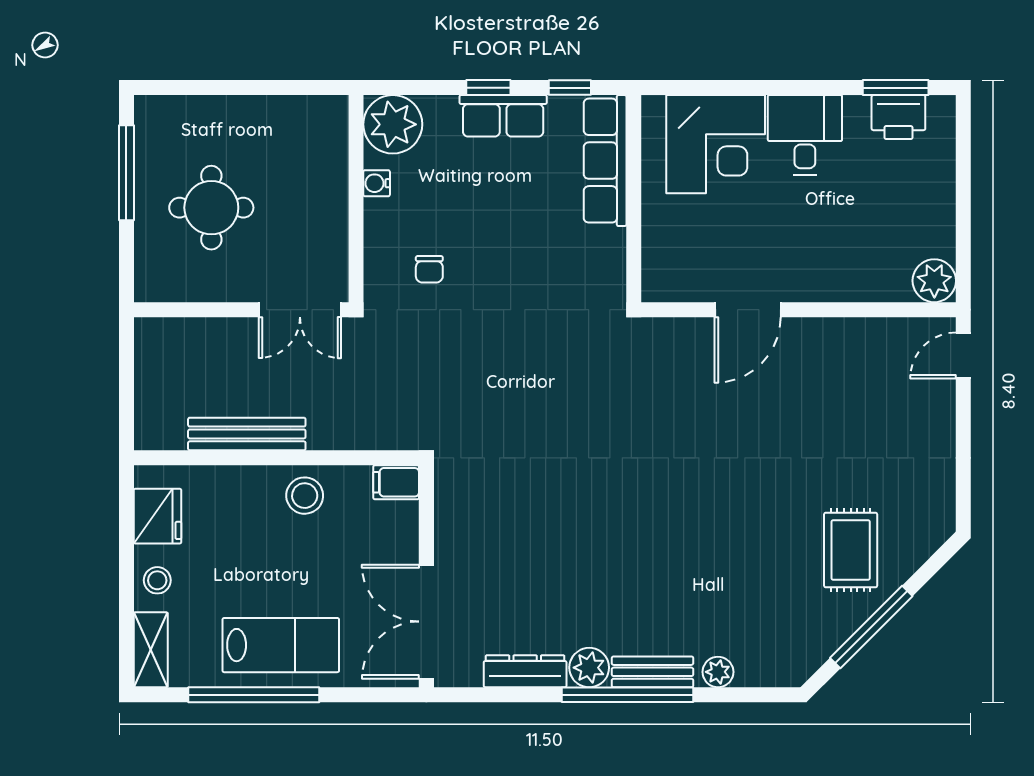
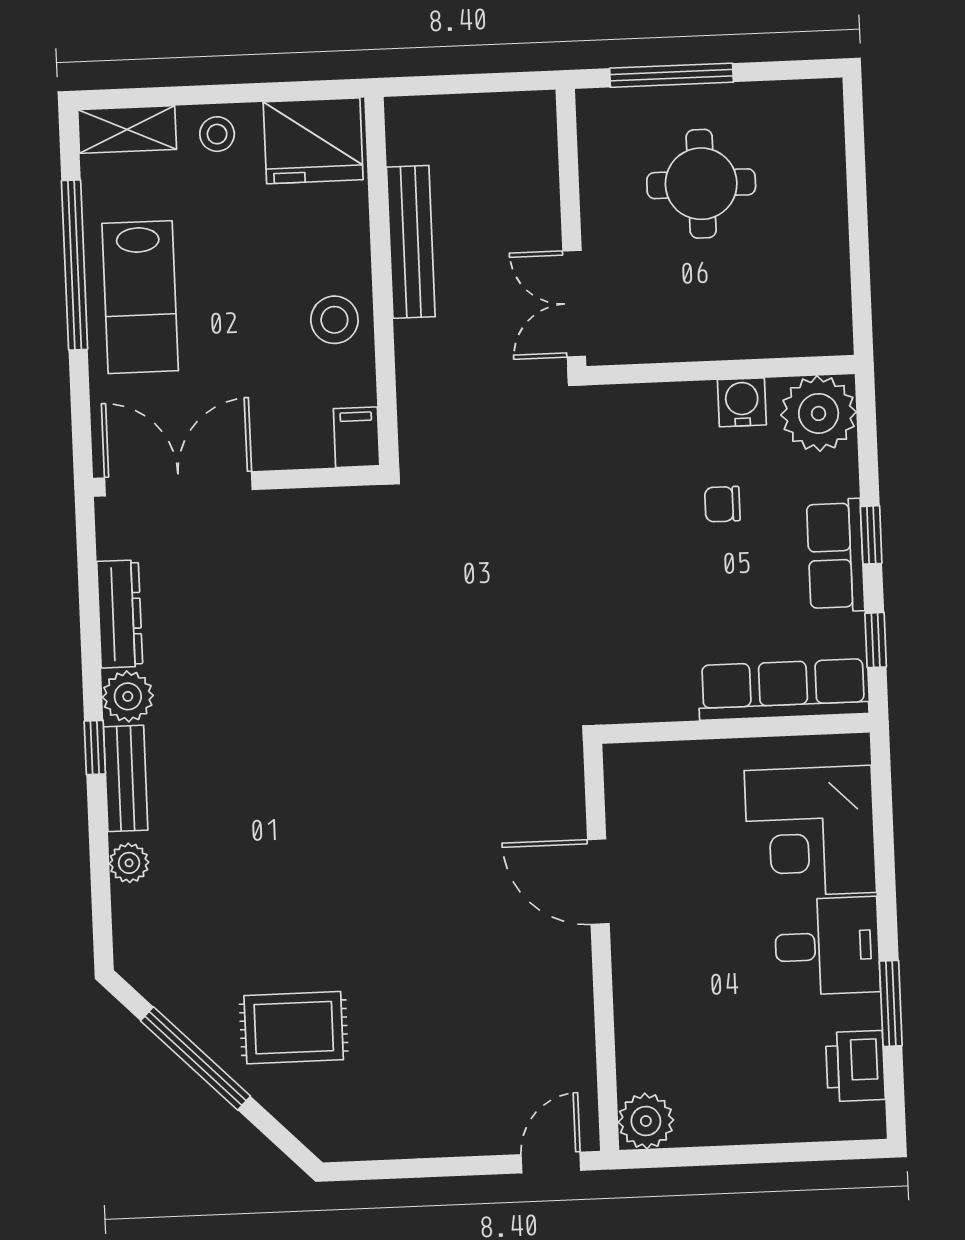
window: (896, 88) -> (891, 1003), moved
window: (126, 173) -> (671, 75), moved
water cooler: (377, 183) -> (742, 402), width x1.38, depth x1.38
chair: (429, 269) -> (722, 504), moved
door: (963, 356) -> (551, 1162), hinge flipped
fridge: (158, 516) -> (313, 141), width x1.36, depth x1.34
window: (628, 695) -> (95, 748), width x0.32

